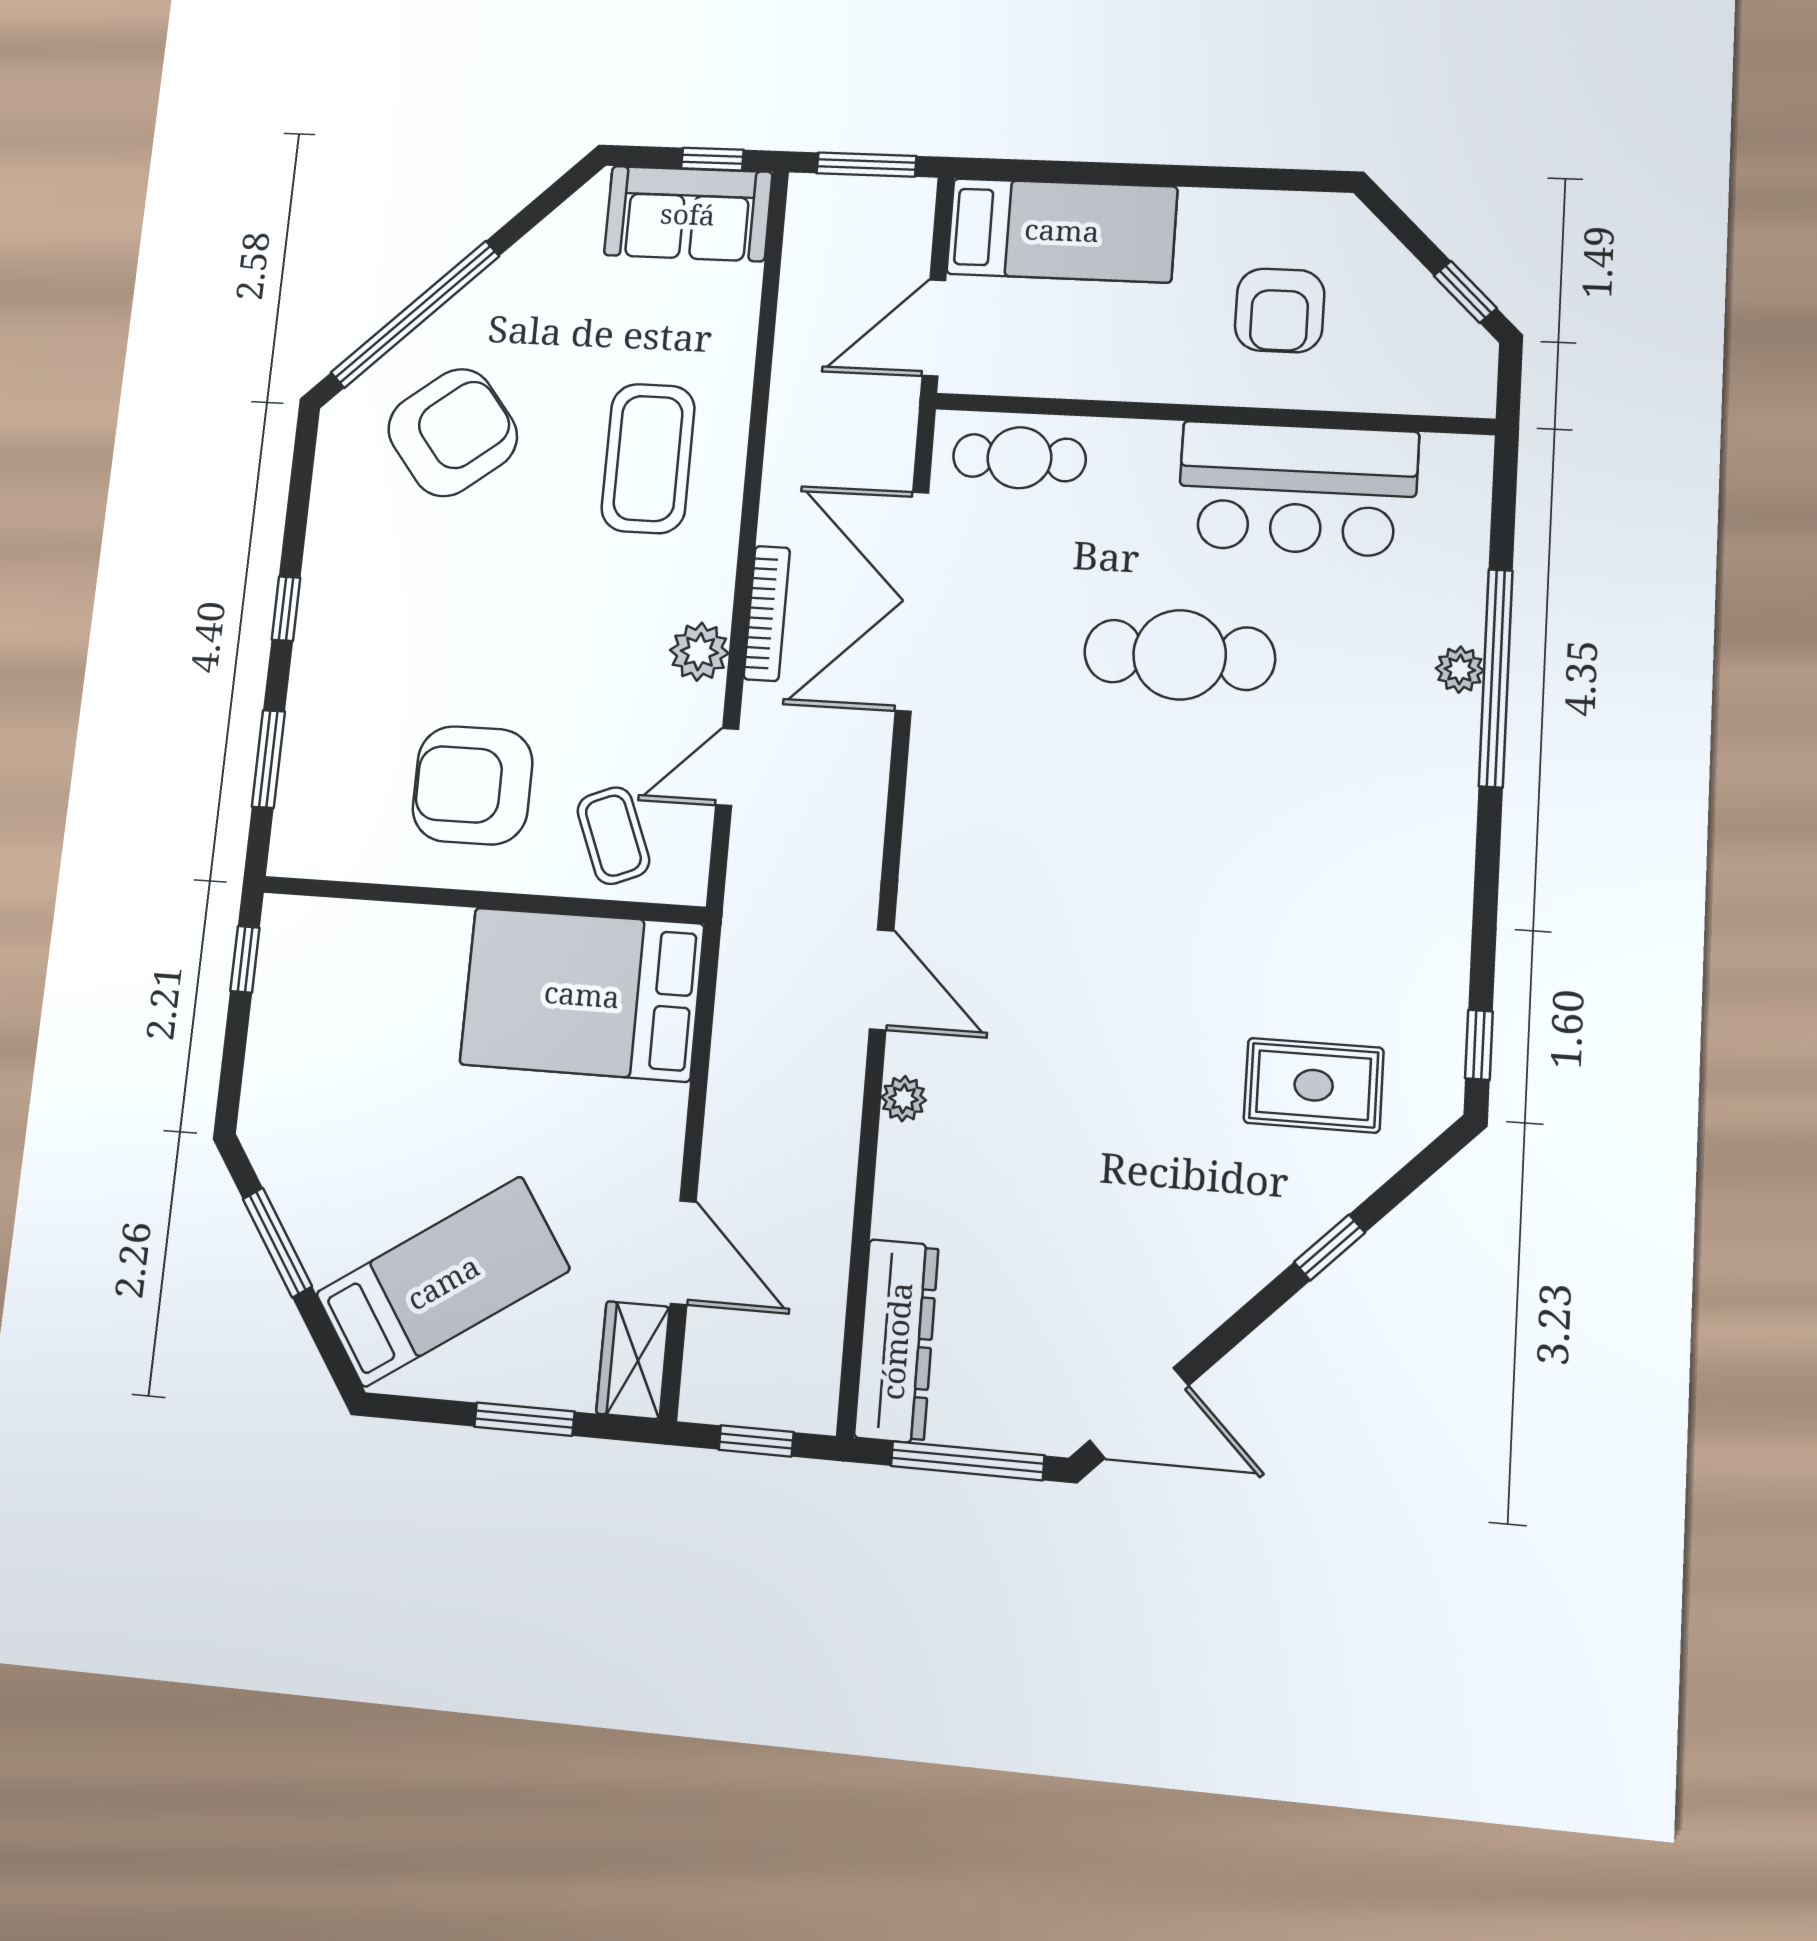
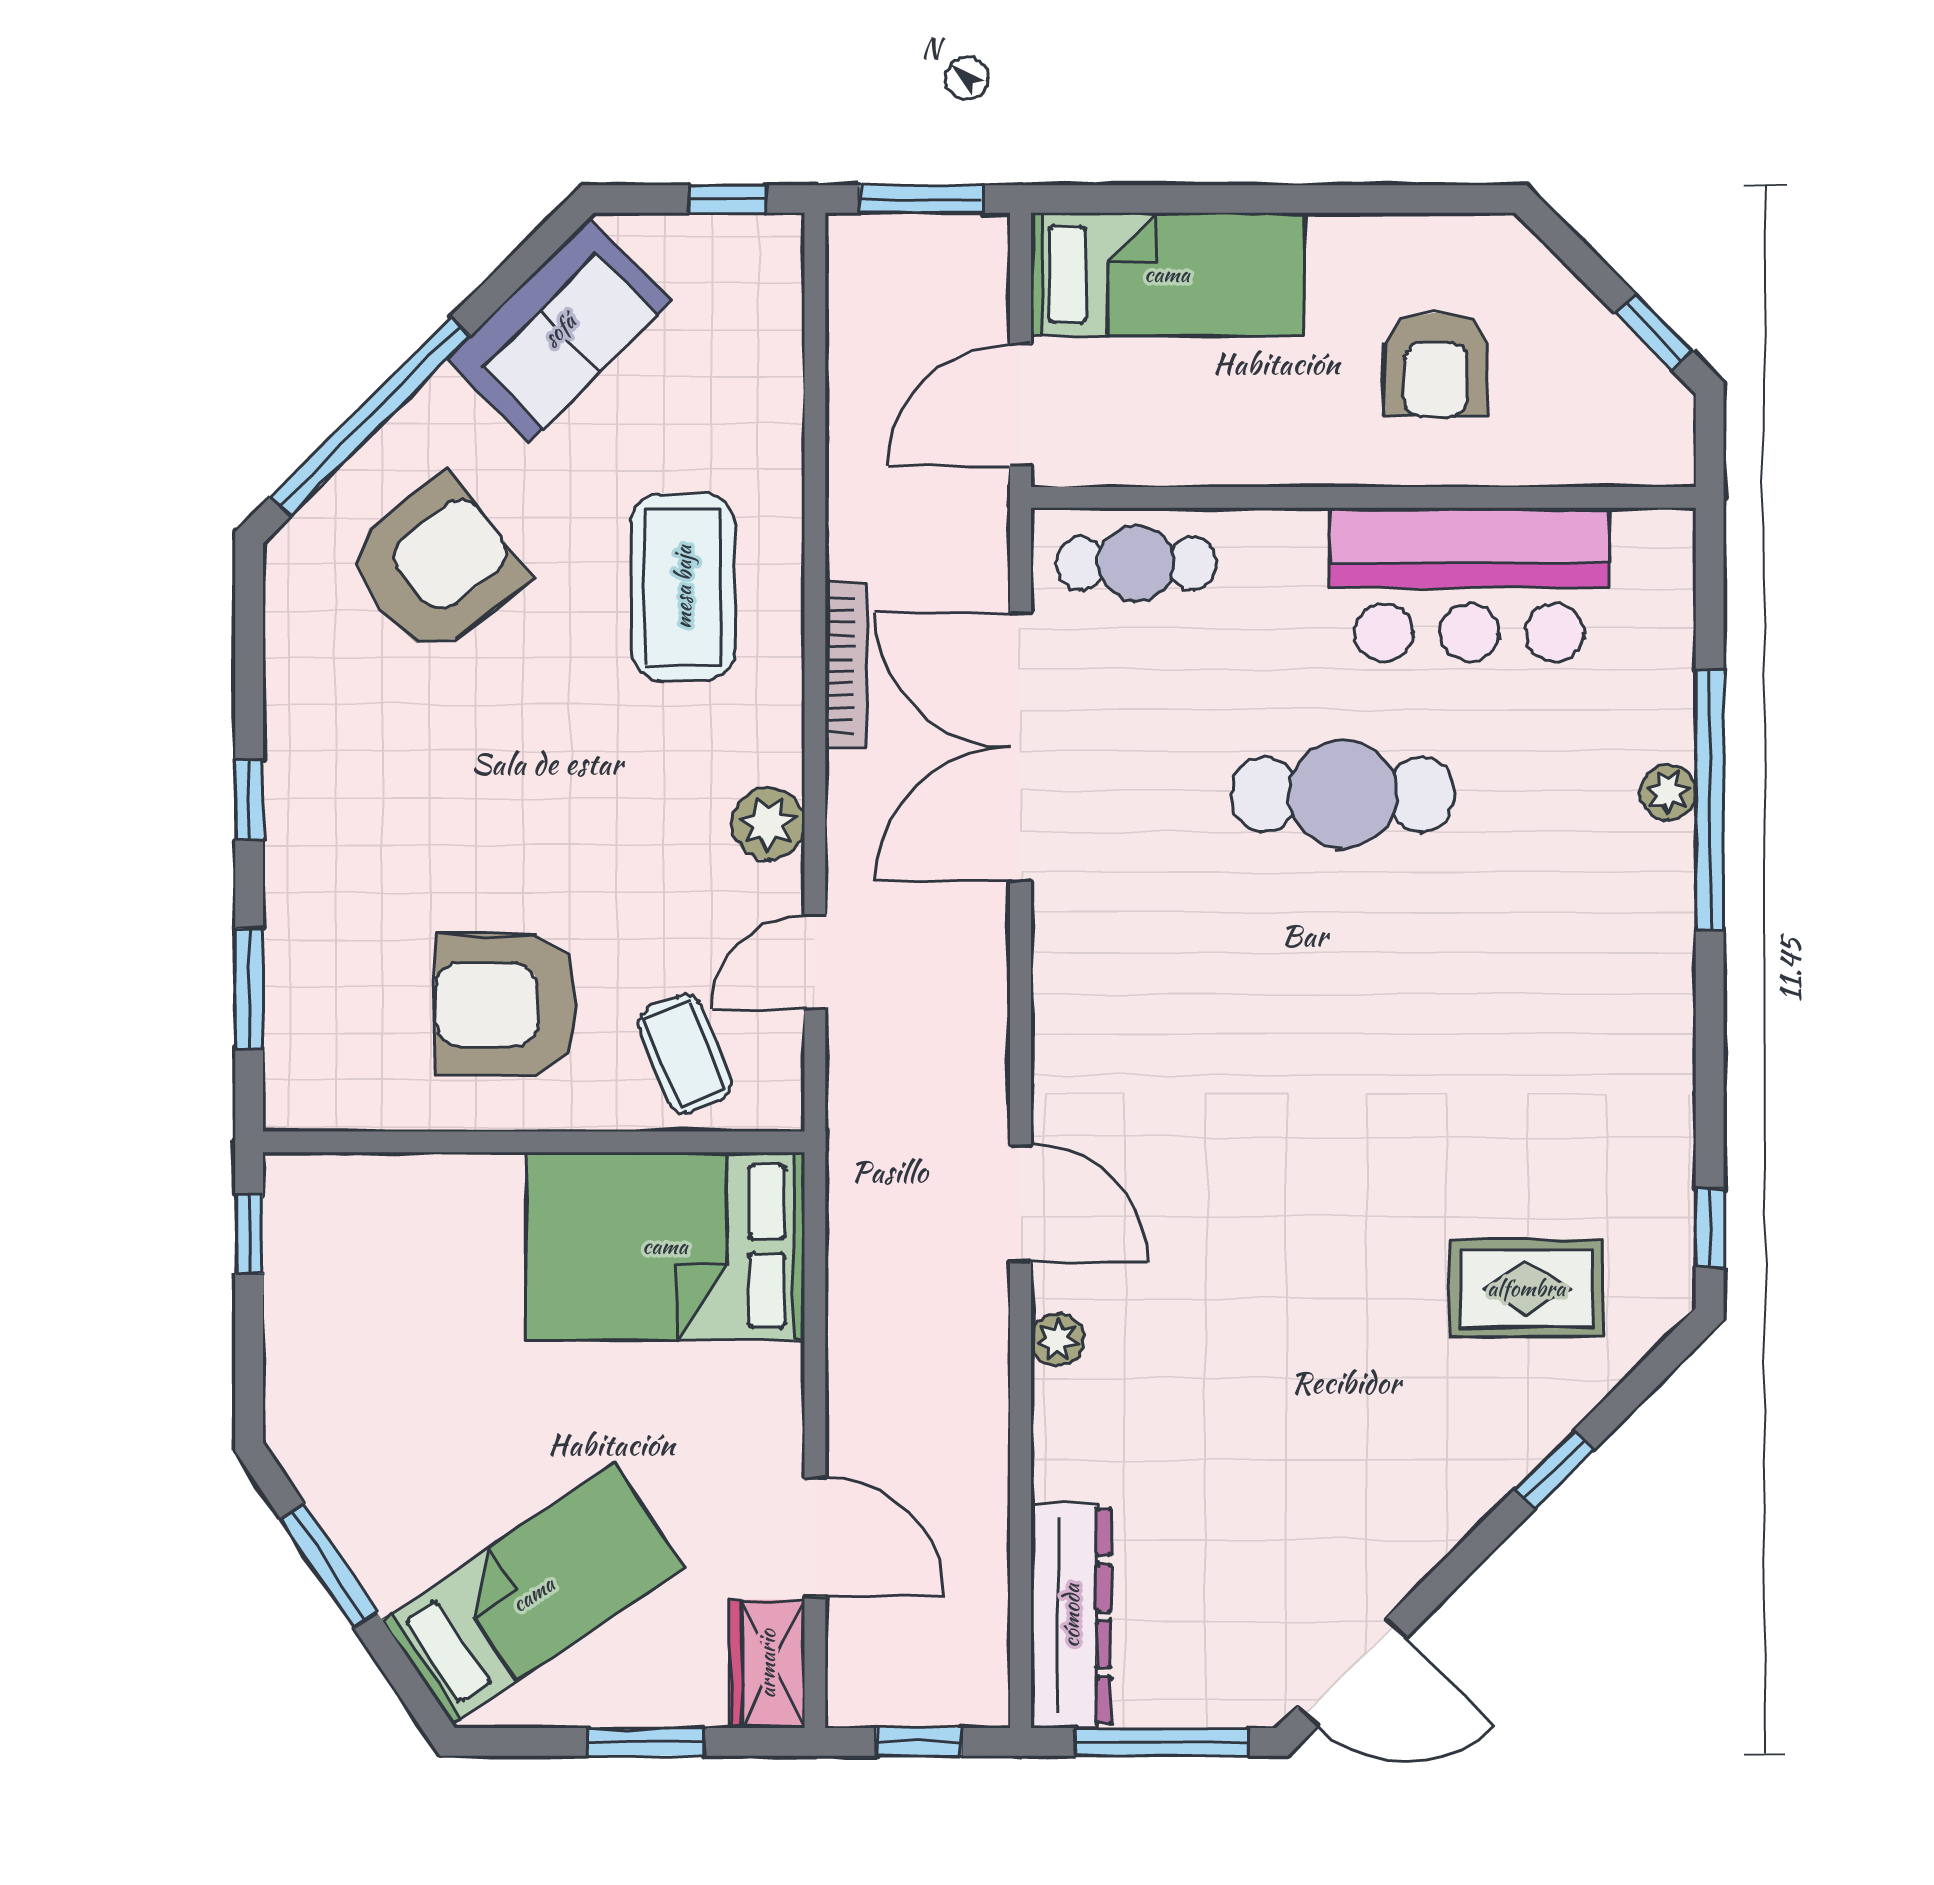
sofa: (688, 214) -> (559, 330), moved, turned -45
bookcase: (767, 613) -> (846, 665), moved

